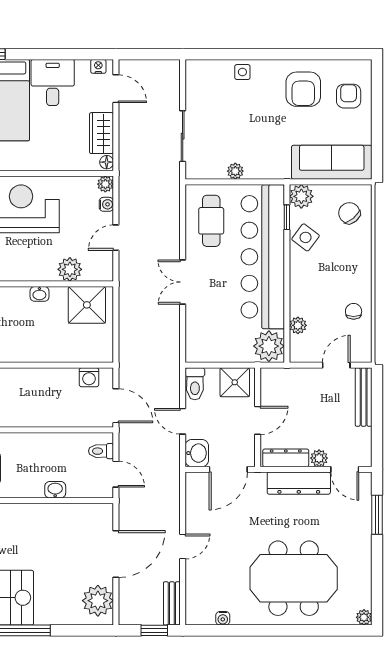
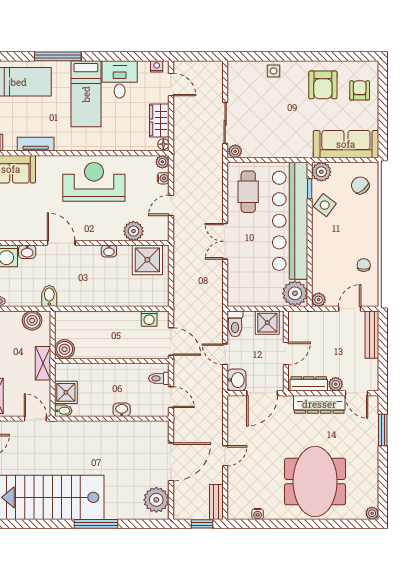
plant: (235, 171) -> (235, 151), moved
plant: (298, 325) -> (319, 300), moved
meeting table: (294, 578) -> (315, 482), turned 90

